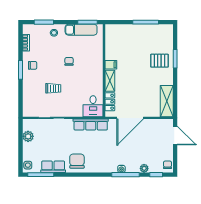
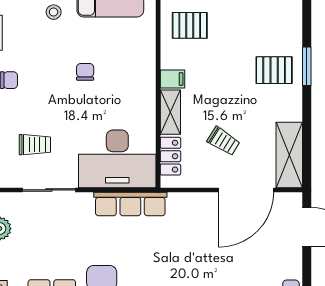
pallet: (119, 39) -> (190, 25), added
trolley: (53, 88) -> (35, 145), moved
trolley: (135, 95) -> (224, 141), added
desk: (93, 106) -> (117, 159), width x1.87, depth x1.30
door: (130, 118) -> (246, 190), moved

